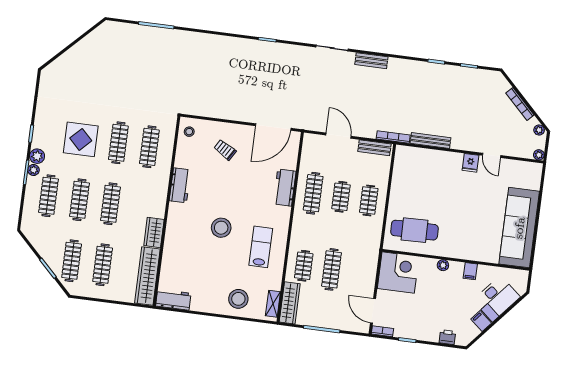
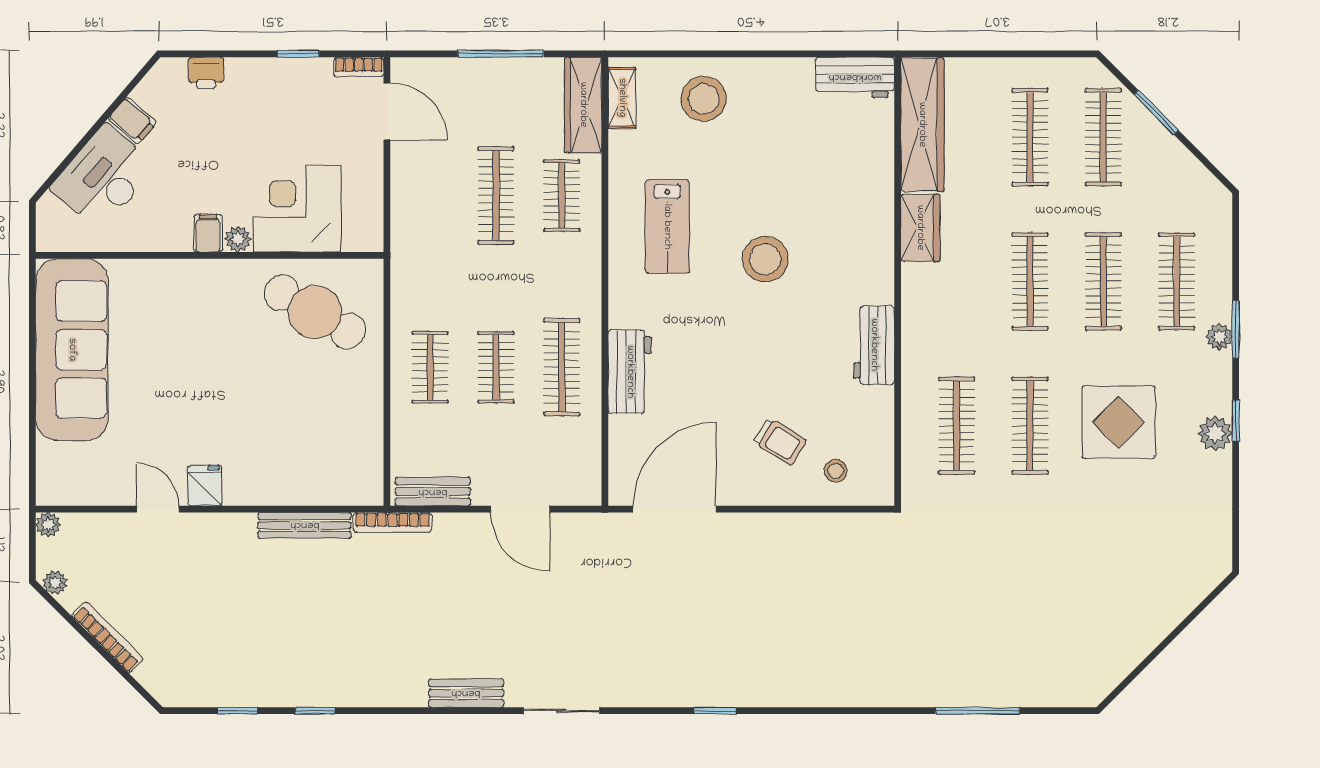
stool: (189, 132) -> (835, 471), moved
plant: (37, 156) -> (1215, 433), moved
cafe table: (414, 230) -> (315, 312), turned 31
filing cabinet: (470, 271) -> (208, 233), moved
corner desk: (398, 272) -> (297, 208), moved, turned 90

